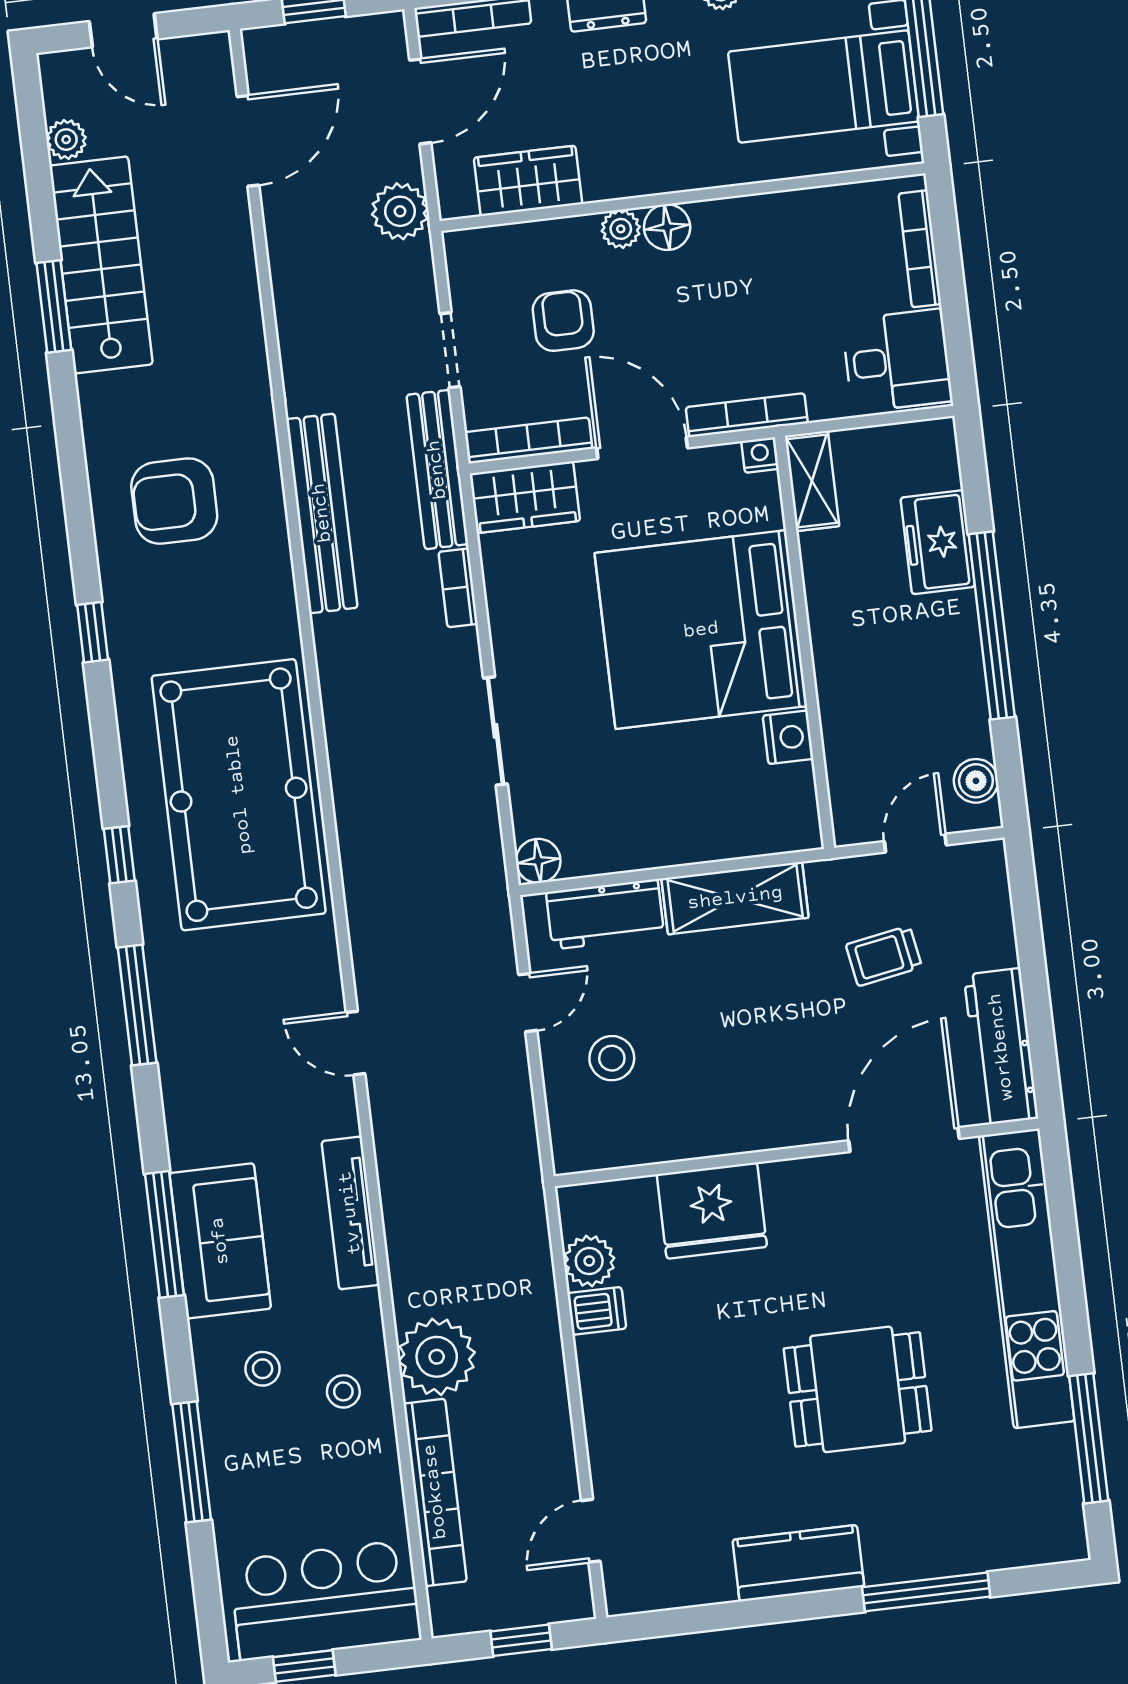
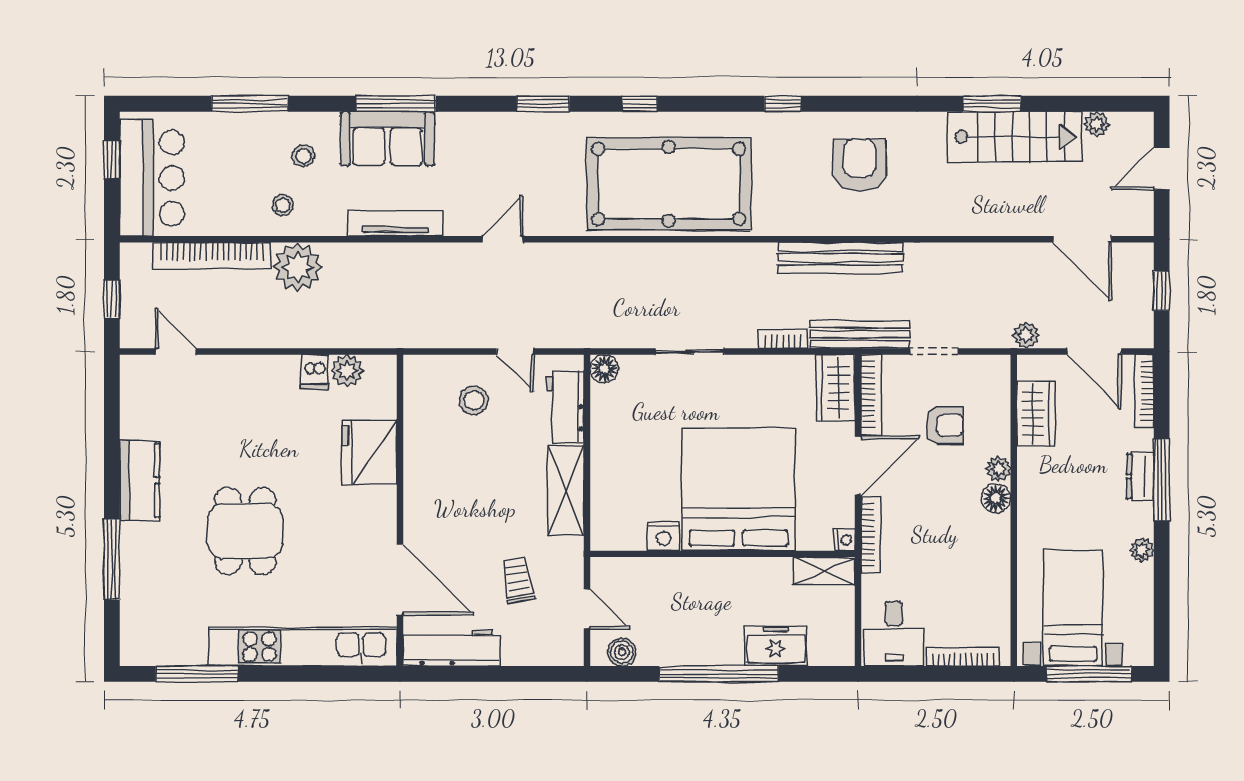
plant: (400, 211) -> (1026, 335), width x0.73, depth x0.73
window: (137, 1005) -> (543, 104), width x0.69

